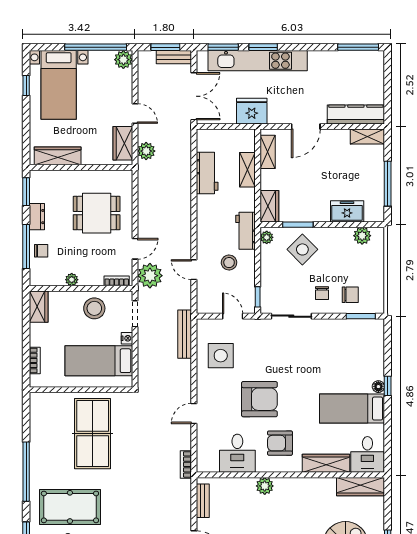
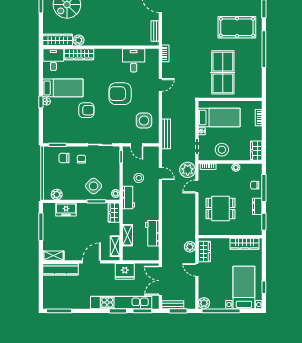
armchair: (280, 443) -> (86, 110), moved
plant: (265, 486) -> (79, 40), moved

